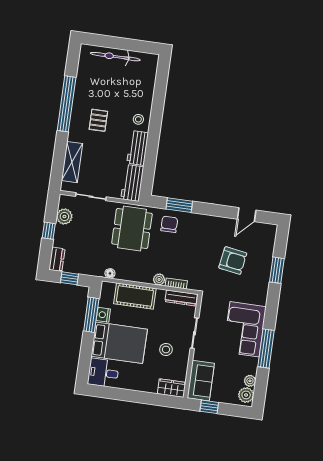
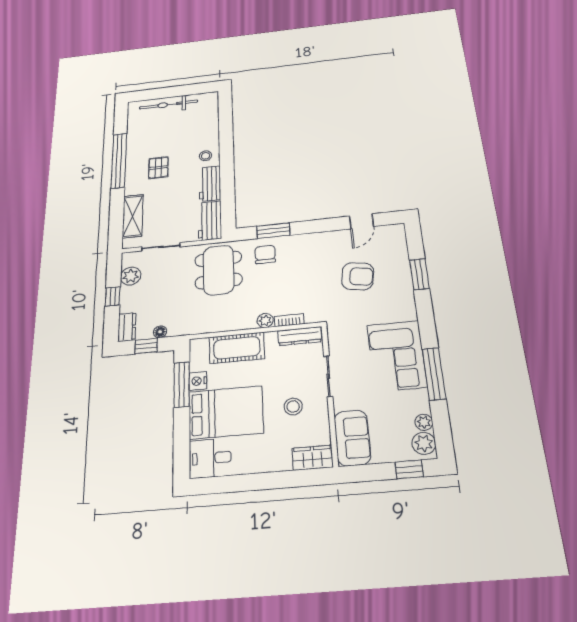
floor lamp: (110, 273) -> (160, 332), moved
window: (209, 407) -> (409, 469), moved

